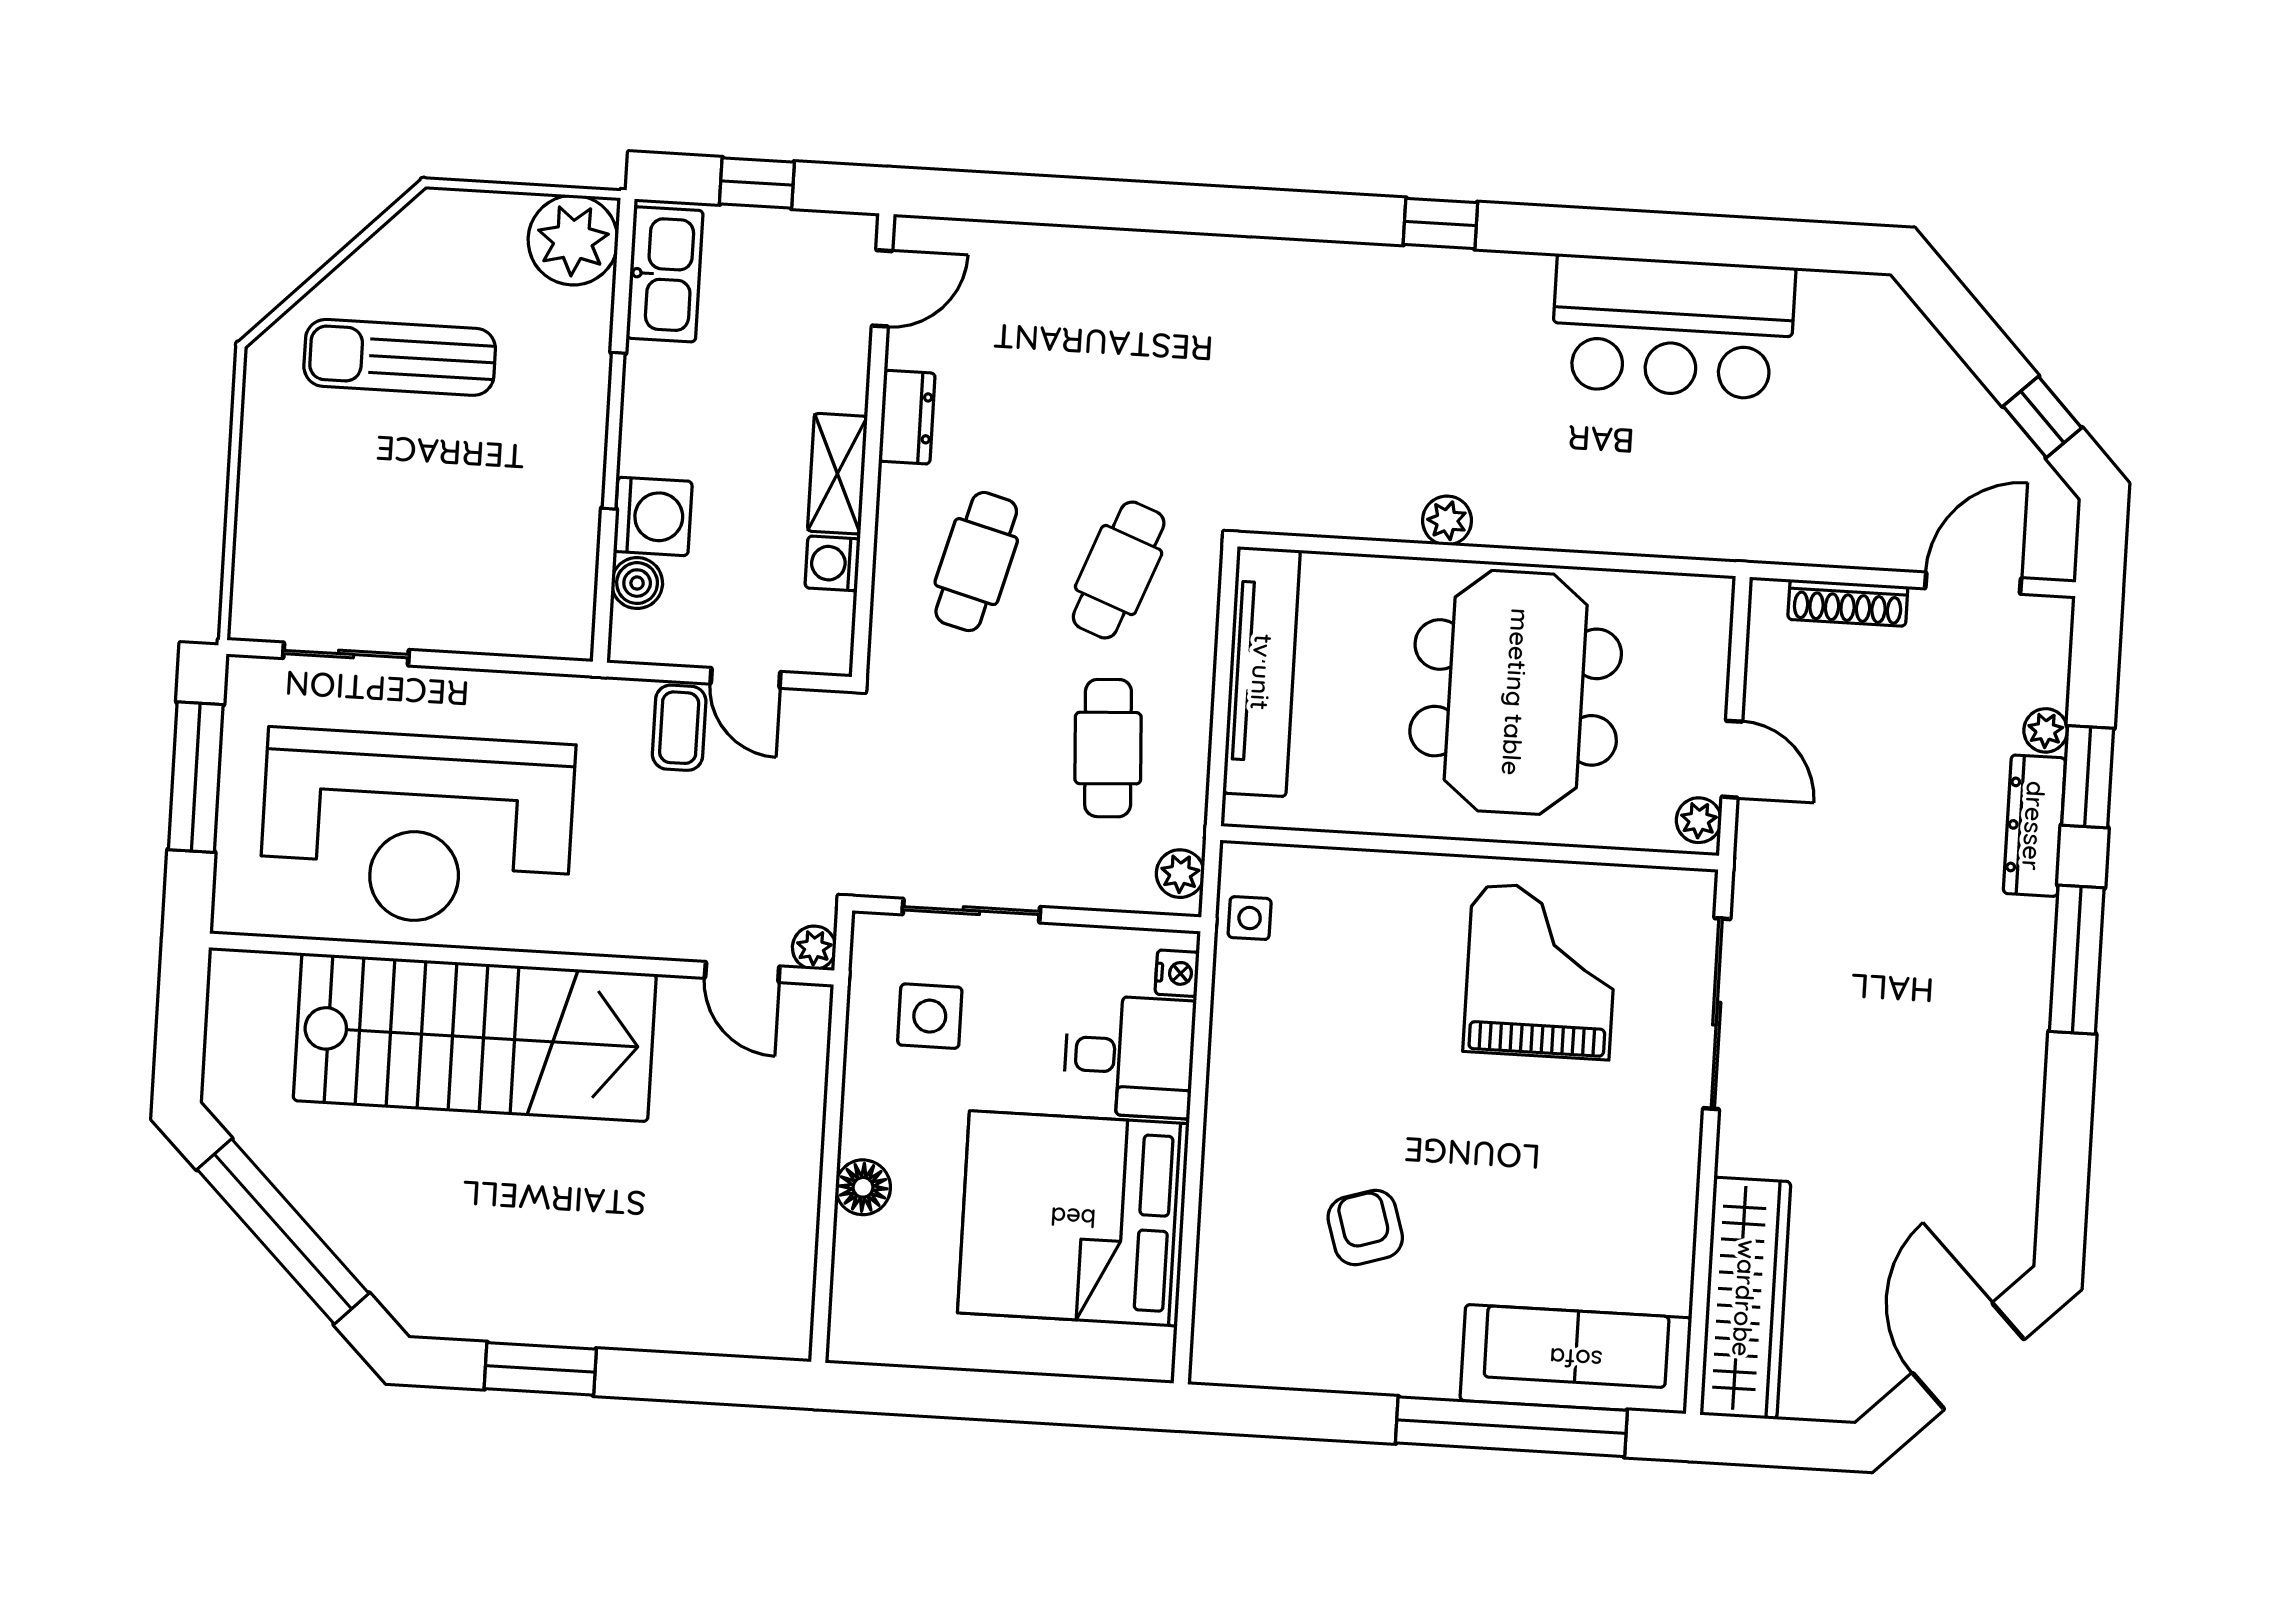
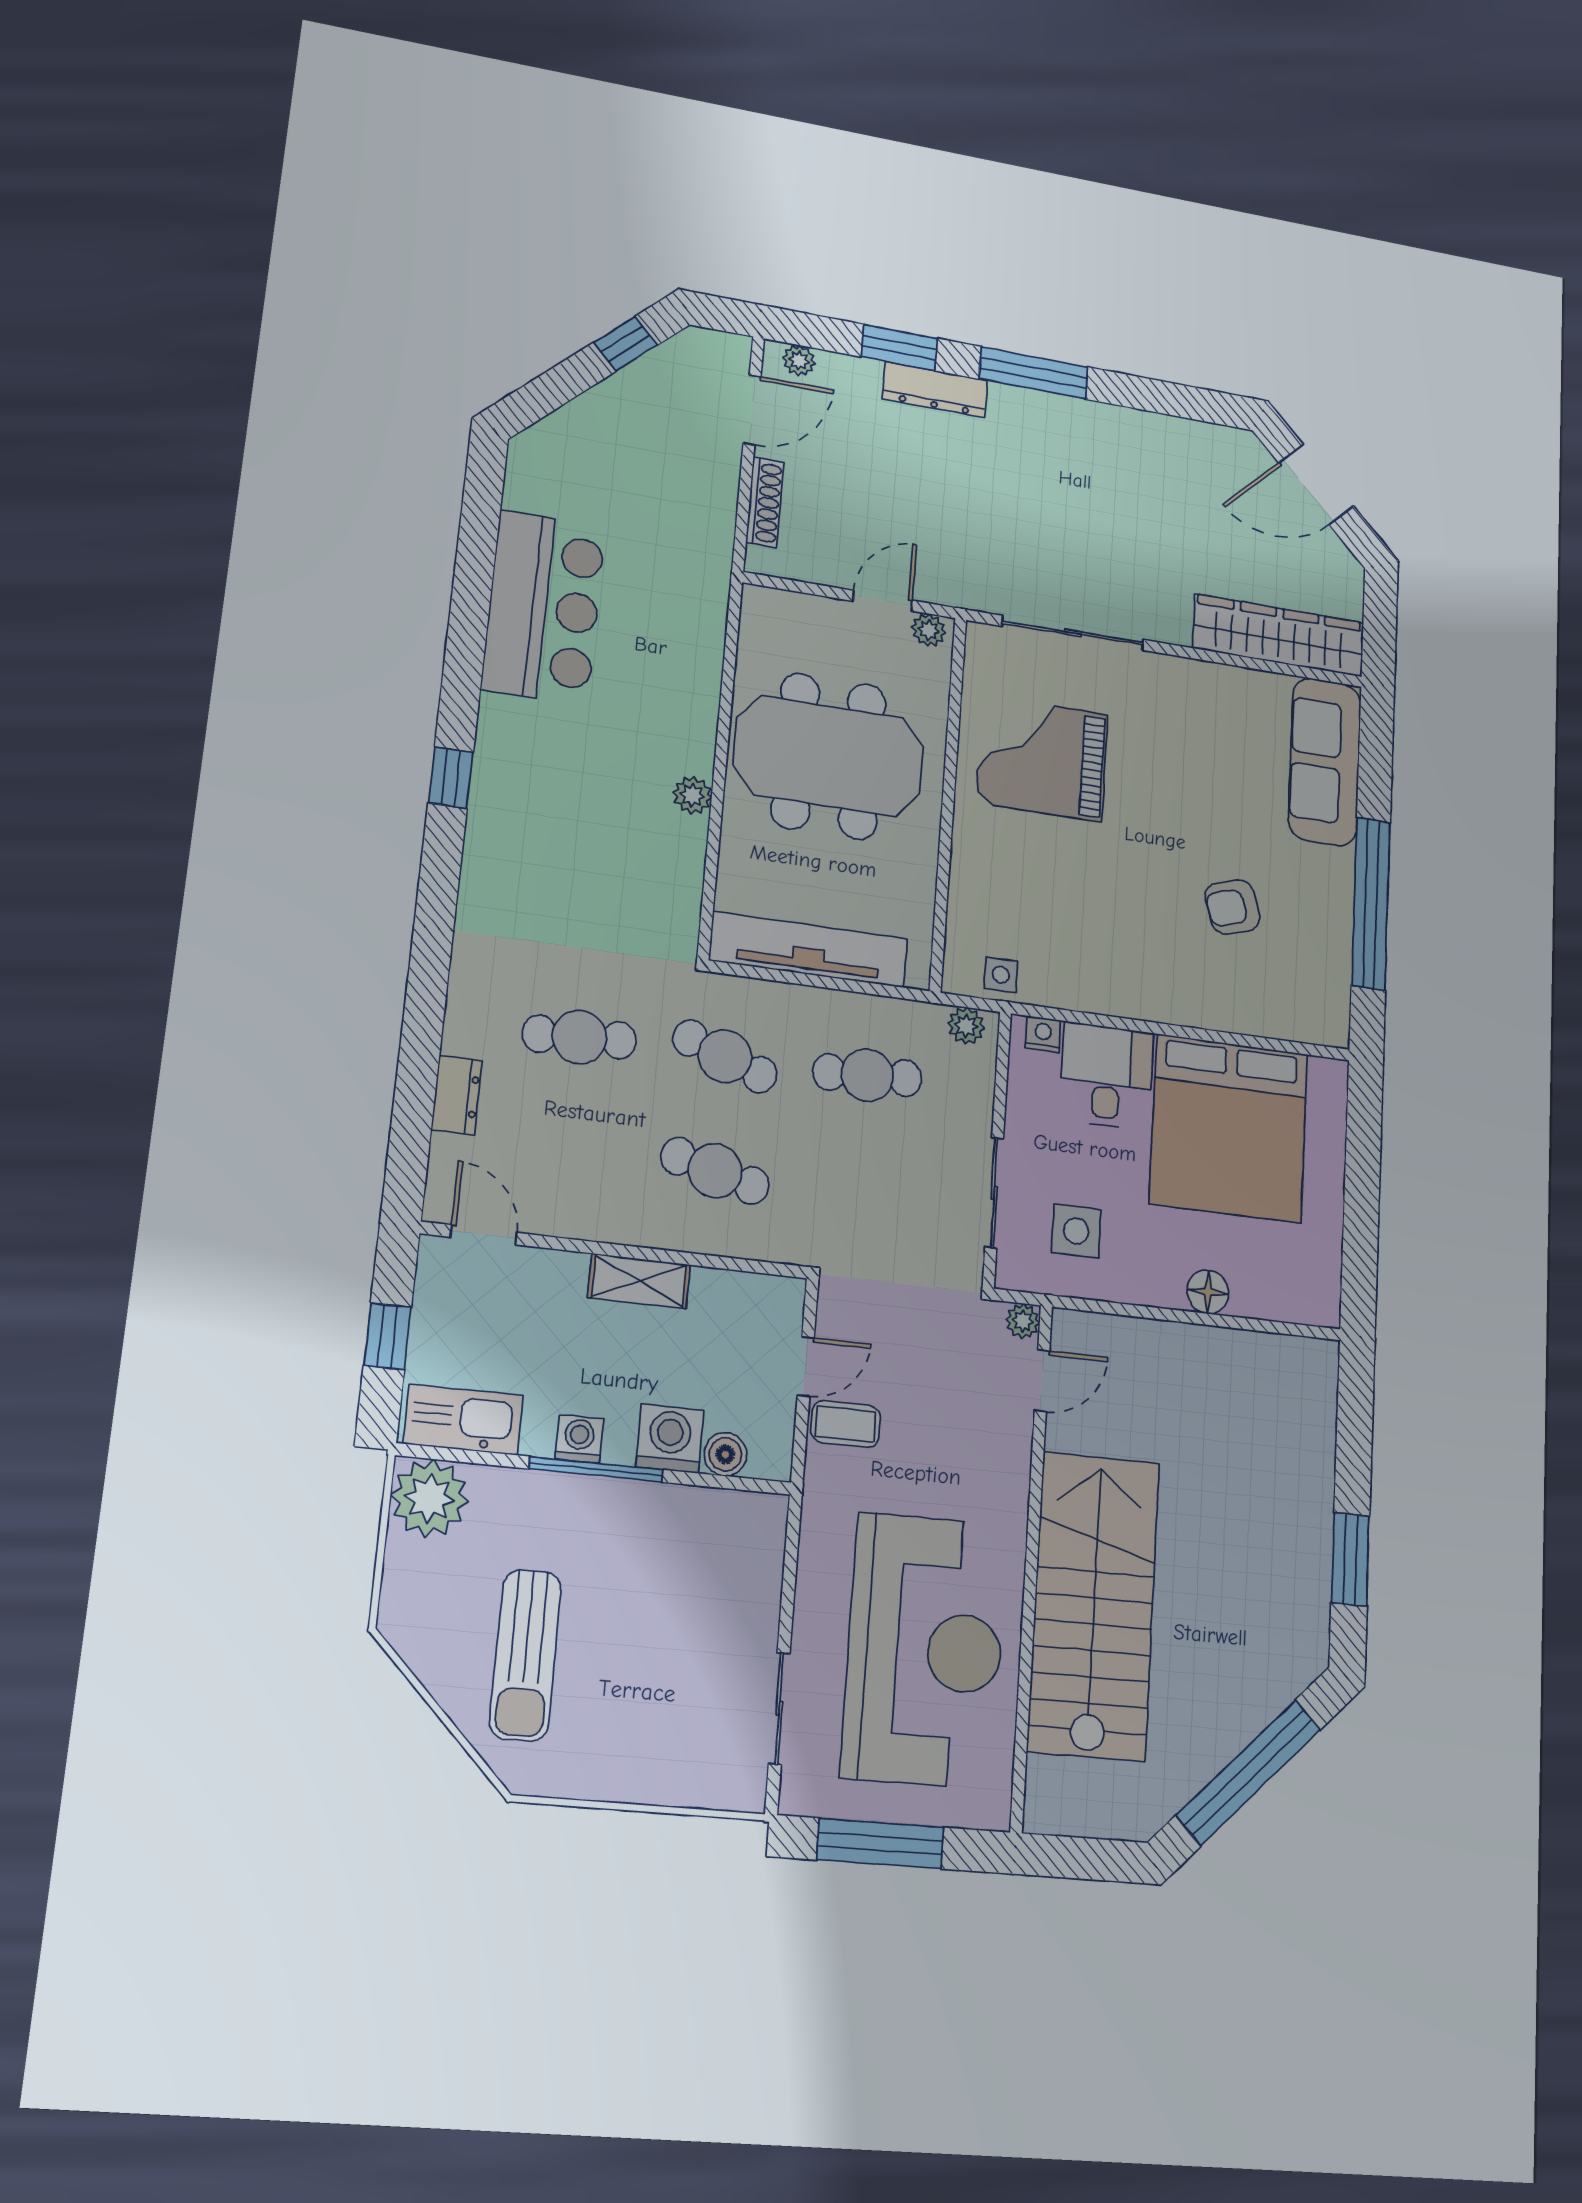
cafe table: (1129, 392) -> (579, 1037), added
dresser: (907, 417) -> (457, 1095), moved, turned 90
washing machine: (833, 563) -> (579, 1439), moved, turned 180
door: (1973, 583) -> (752, 410), swing flipped
plant: (2046, 730) -> (799, 360), moved
window: (1511, 1427) -> (1371, 904), moved

